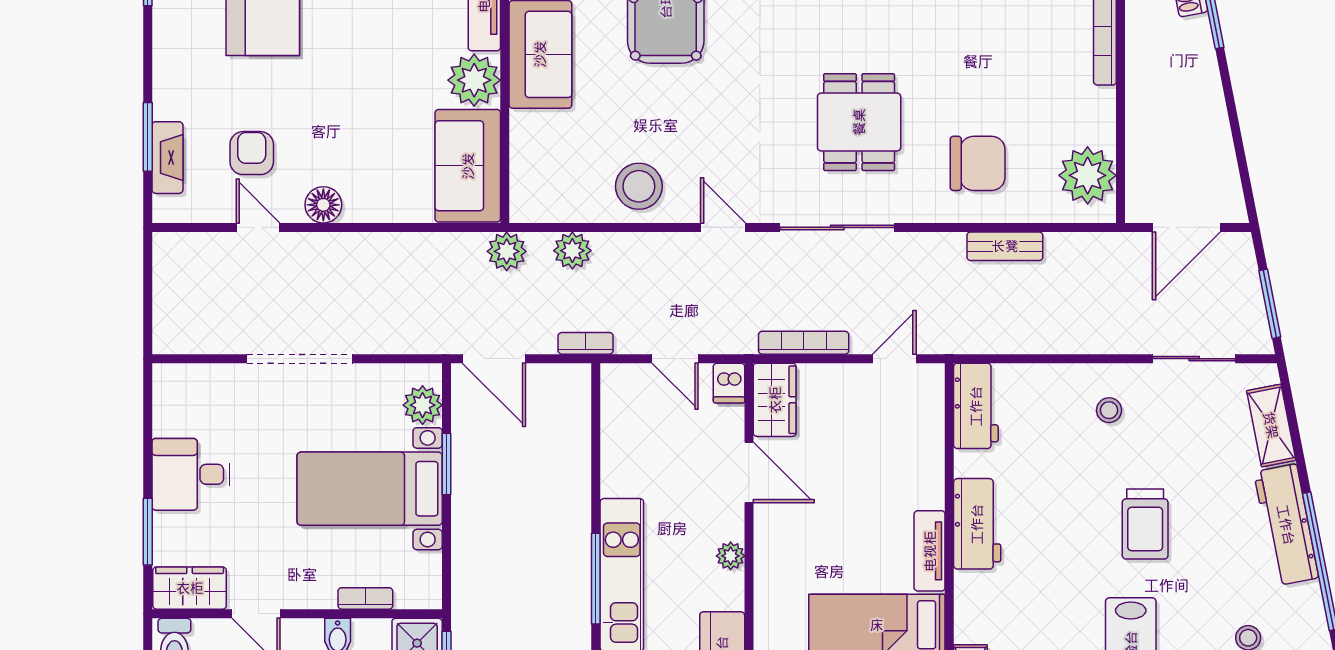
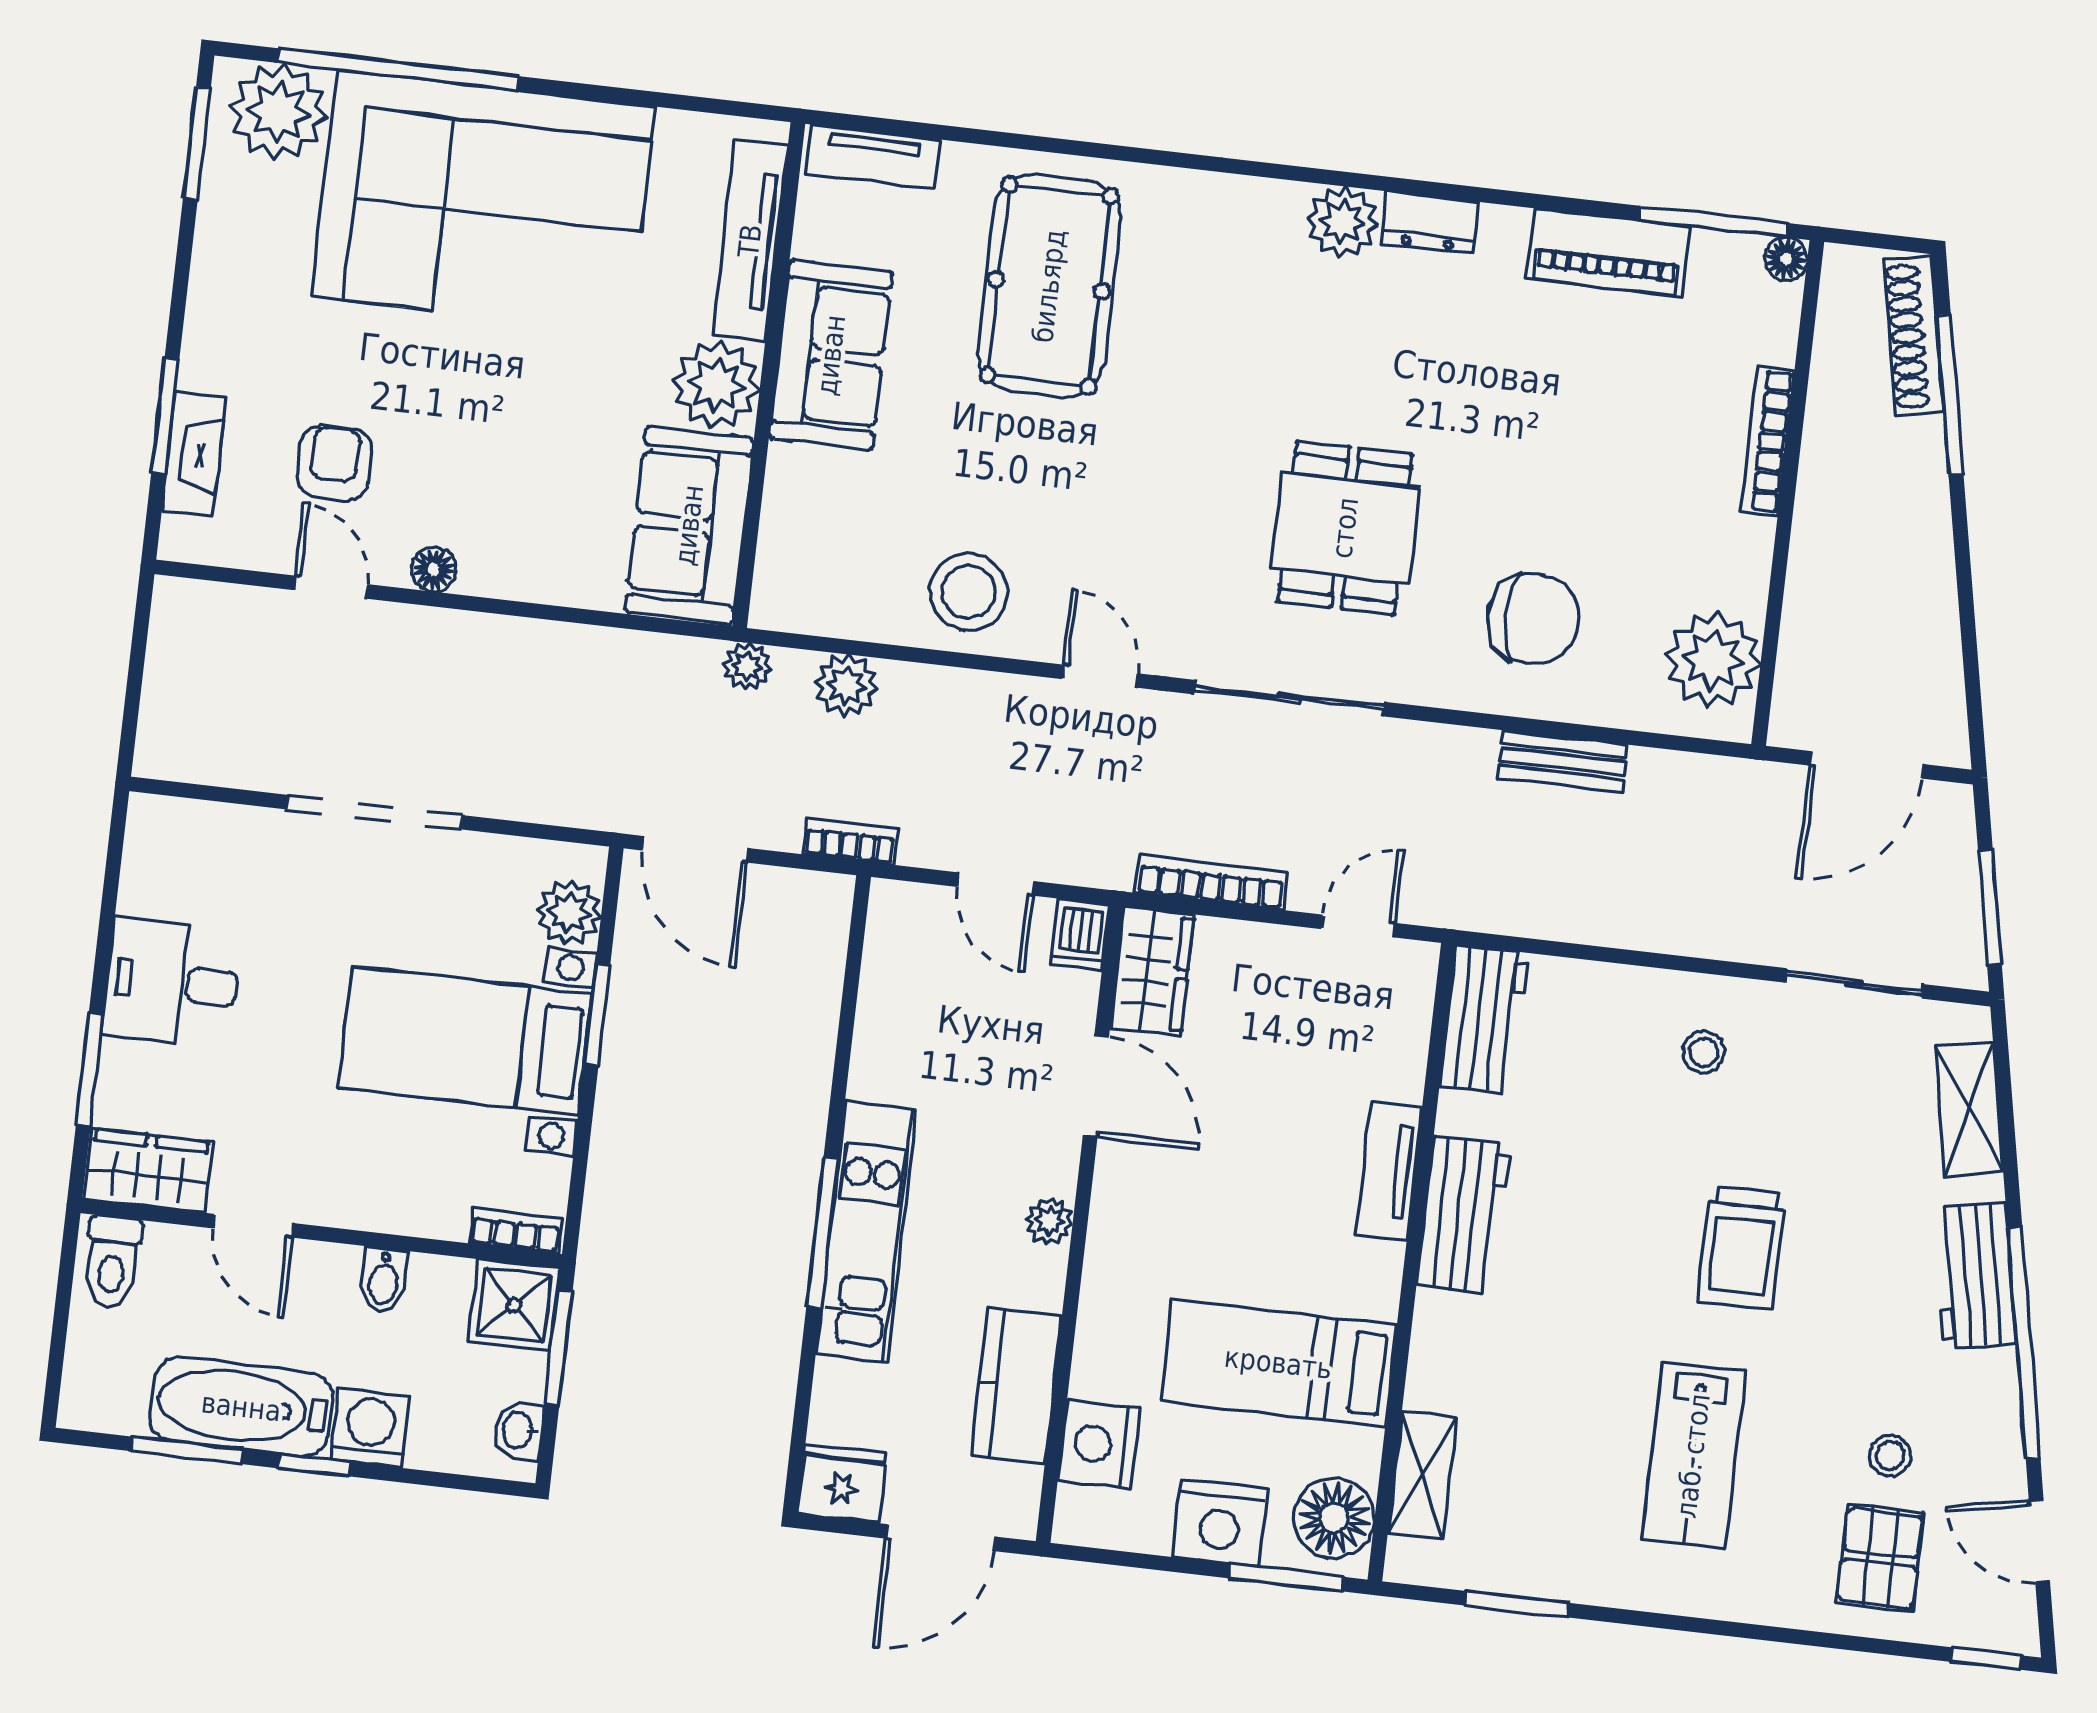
floor lamp: (323, 205) -> (434, 569), width x0.73, depth x0.73
plant: (507, 251) -> (747, 666), width x0.73, depth x0.73
workbench: (1286, 525) -> (1975, 1276), width x0.73
tv unit: (930, 551) -> (1389, 1171), moved
bookcase: (365, 598) -> (516, 1231), moved

